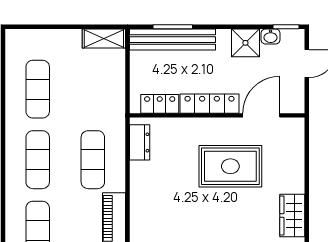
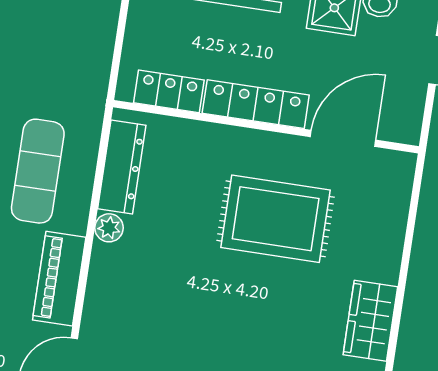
dresser: (140, 142) -> (122, 167), width x1.44
plant: (138, 186) -> (109, 228), added

